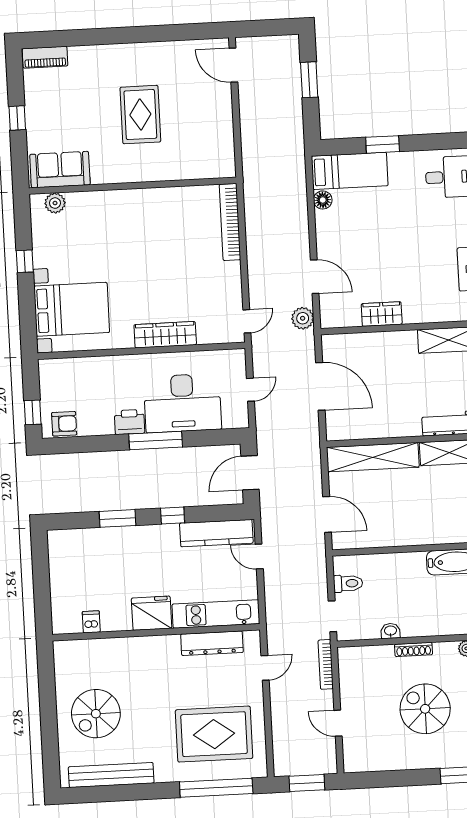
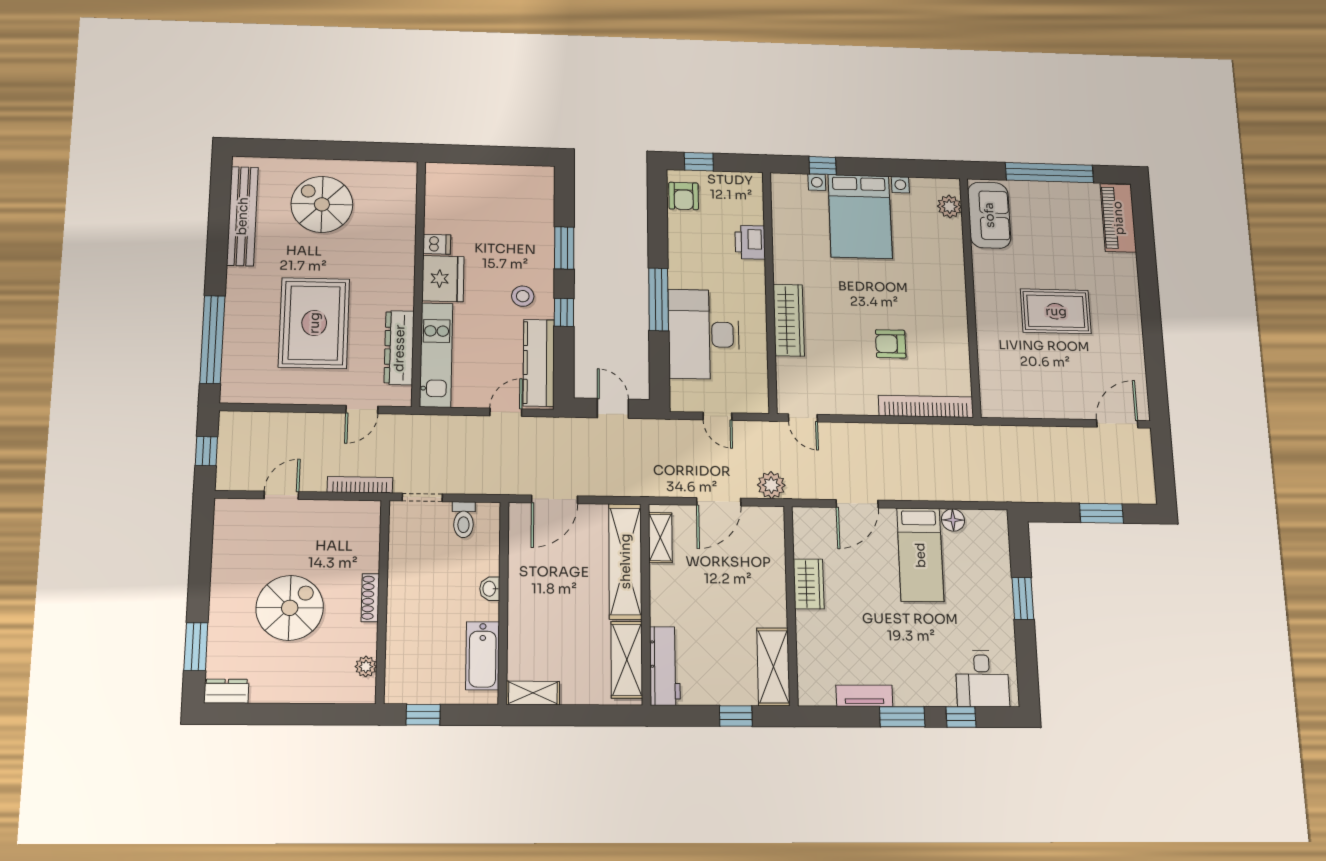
piano: (45, 57) -> (1118, 218), width x1.37, depth x1.33
window: (17, 118) -> (1049, 173), width x3.17
bed: (350, 171) -> (920, 555), moved
armchair: (179, 251) -> (891, 344), added
window: (25, 261) -> (823, 166), moved
bed with nightstands: (72, 309) -> (860, 216), moved
plant: (303, 318) -> (771, 485), moved
door: (320, 386) -> (719, 502), width x0.73
printer: (130, 422) -> (750, 242), moved, turned 180
shelving: (352, 431) -> (660, 538), added
door: (250, 473) -> (613, 408), width x0.73
stool: (161, 549) -> (523, 296), added
dishwasher: (91, 622) -> (437, 244), moved
washbasin: (391, 631) -> (490, 589), moved, turned 180
door: (265, 668) -> (362, 410), hinge flipped
rug: (214, 734) -> (314, 323), moved
window: (307, 783) -> (206, 451), width x0.67

